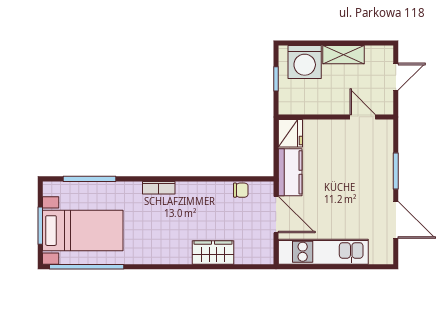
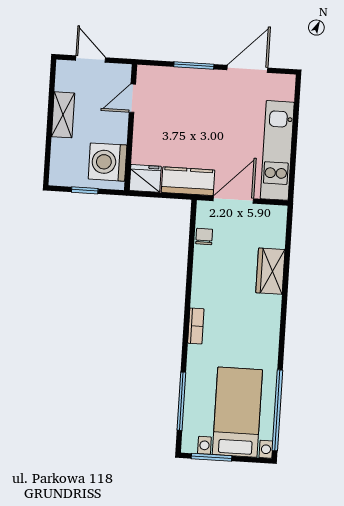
washing machine: (305, 62) -> (108, 162), moved, turned 180
window: (40, 226) -> (212, 457), moved

